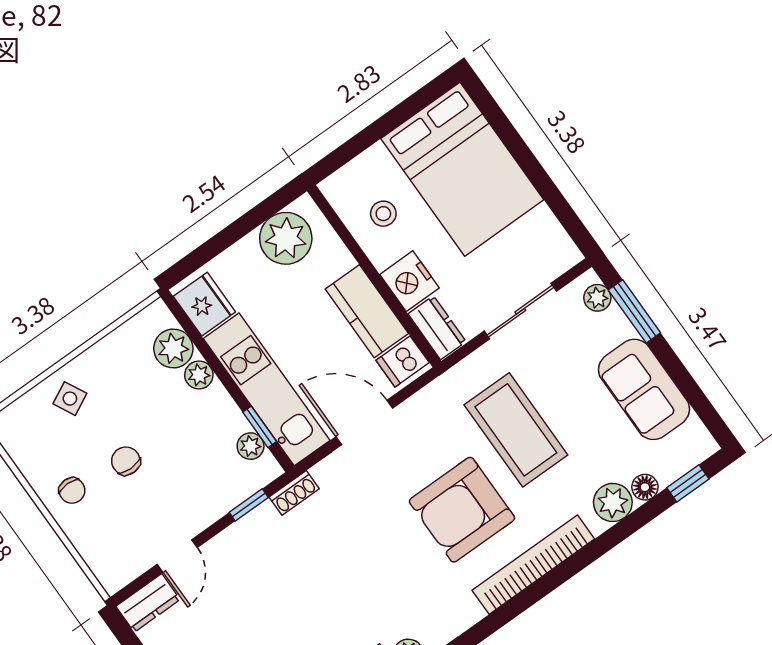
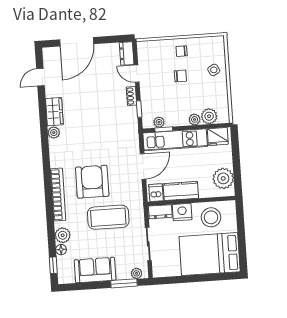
stool: (383, 214) -> (211, 217), width x1.89, depth x1.89
shoe rack: (294, 493) -> (131, 96), moved

